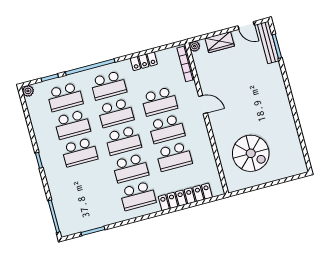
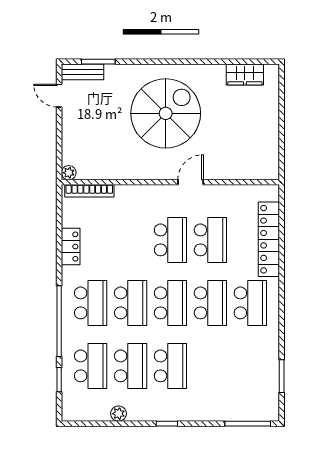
door: (246, 25) -> (59, 96), swing flipped
wardrobe: (220, 42) -> (245, 74), moved, turned 90
bench: (268, 43) -> (83, 72), width x0.73
plant: (28, 91) -> (119, 414), moved
school desk: (159, 101) -> (131, 240), removed
door: (203, 105) -> (191, 182), moved
spiral stairs: (251, 153) -> (166, 113), moved, width x1.37, depth x1.37

